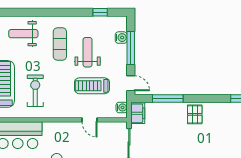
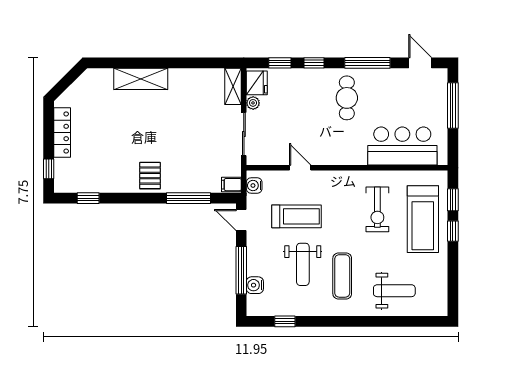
filing cabinet: (138, 113) -> (231, 185), width x0.50

